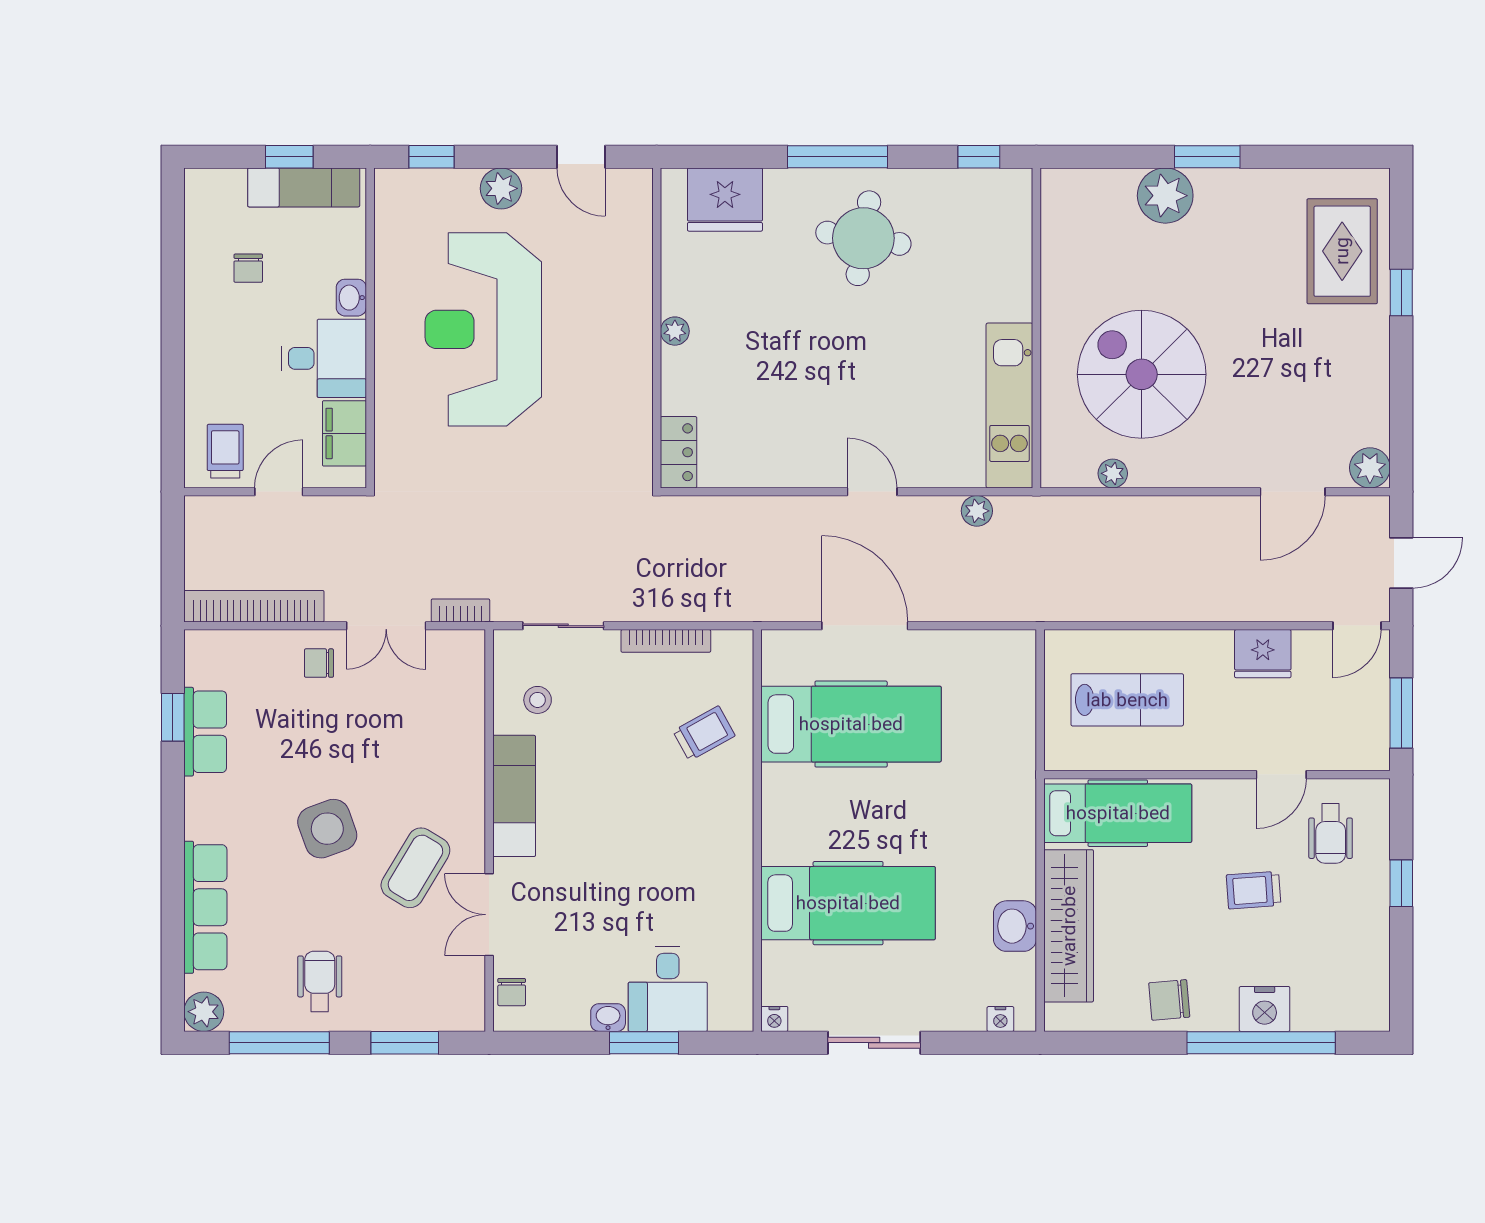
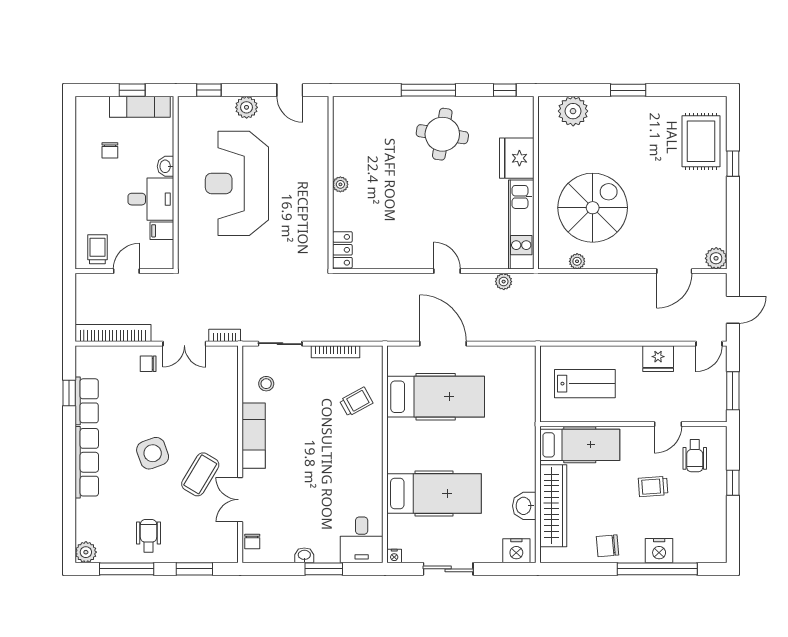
plant: (1165, 196) -> (573, 111), moved
fridge: (725, 200) -> (517, 158), moved, turned 90
spiral stairs: (1142, 374) -> (593, 208), turned 90
filing cabinet: (344, 433) -> (162, 231), width x0.50
row of seats: (205, 907) -> (87, 462), moved
desk: (668, 989) -> (362, 540), moved
nightstand: (1000, 1019) -> (516, 551), width x1.89, depth x1.79

